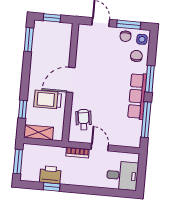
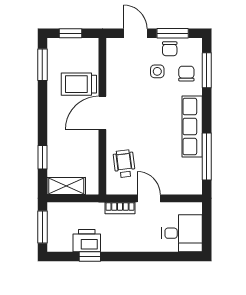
side table: (142, 39) -> (157, 71), moved
window: (150, 79) -> (207, 70), moved
trolley: (48, 100) -> (79, 84), moved

